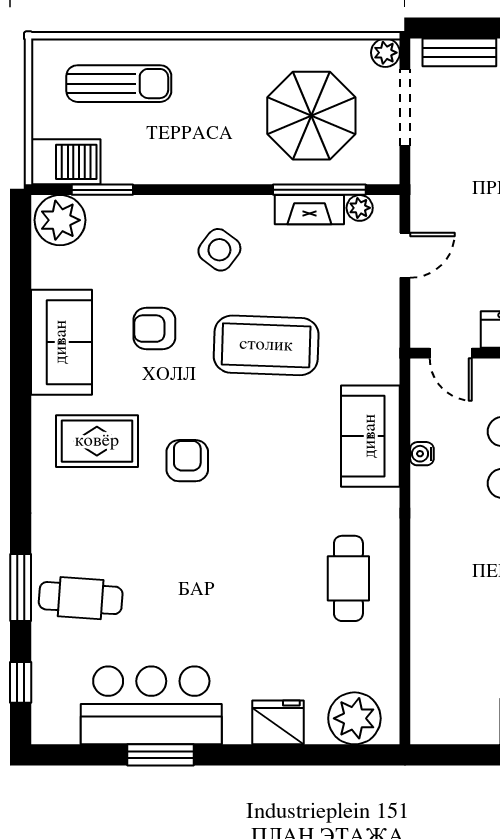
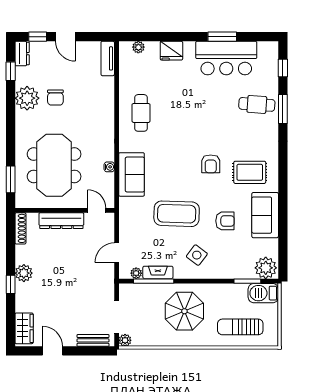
parasol: (311, 116) -> (184, 311), moved
tv unit: (425, 704) -> (108, 58), added
plant: (354, 718) -> (138, 47), width x0.53, depth x0.53

